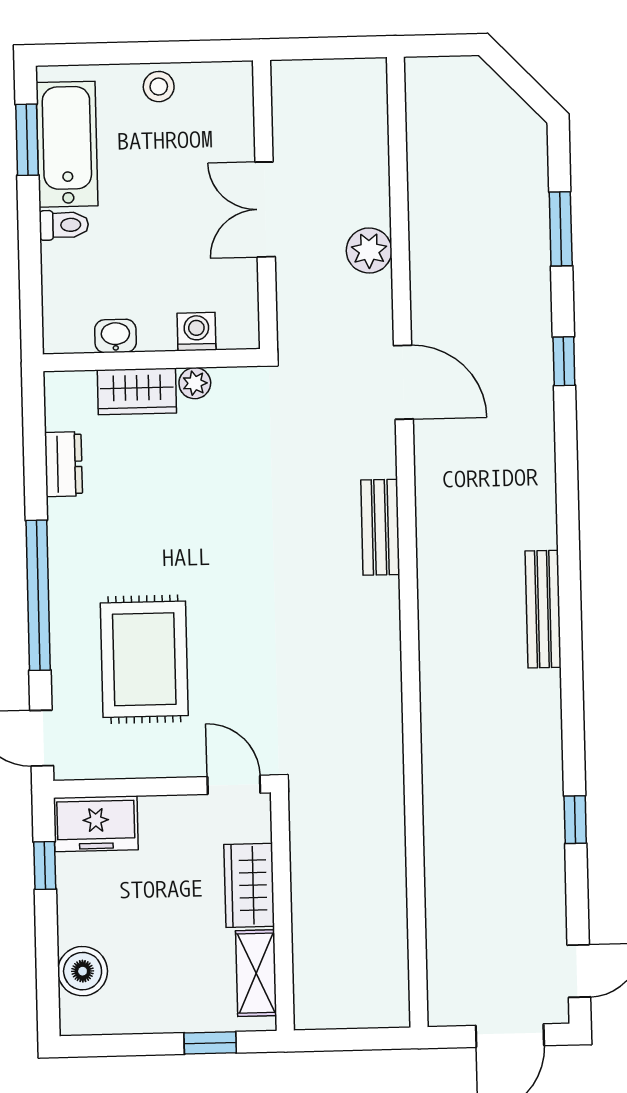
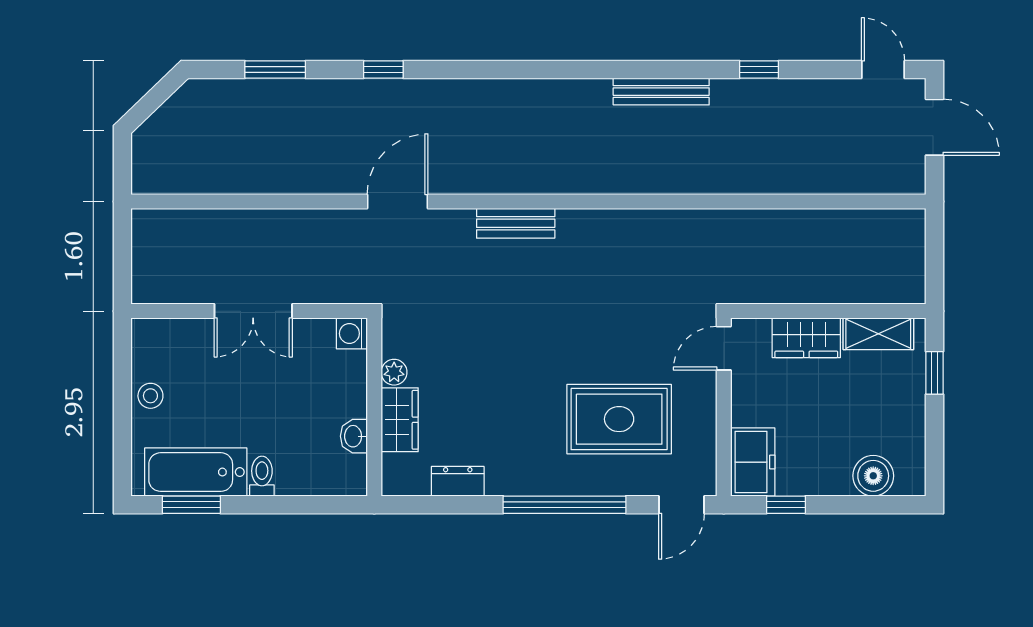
plant: (369, 251) -> (289, 227), removed
washing machine: (196, 332) -> (352, 333), moved
bench: (543, 609) -> (661, 92), moved

